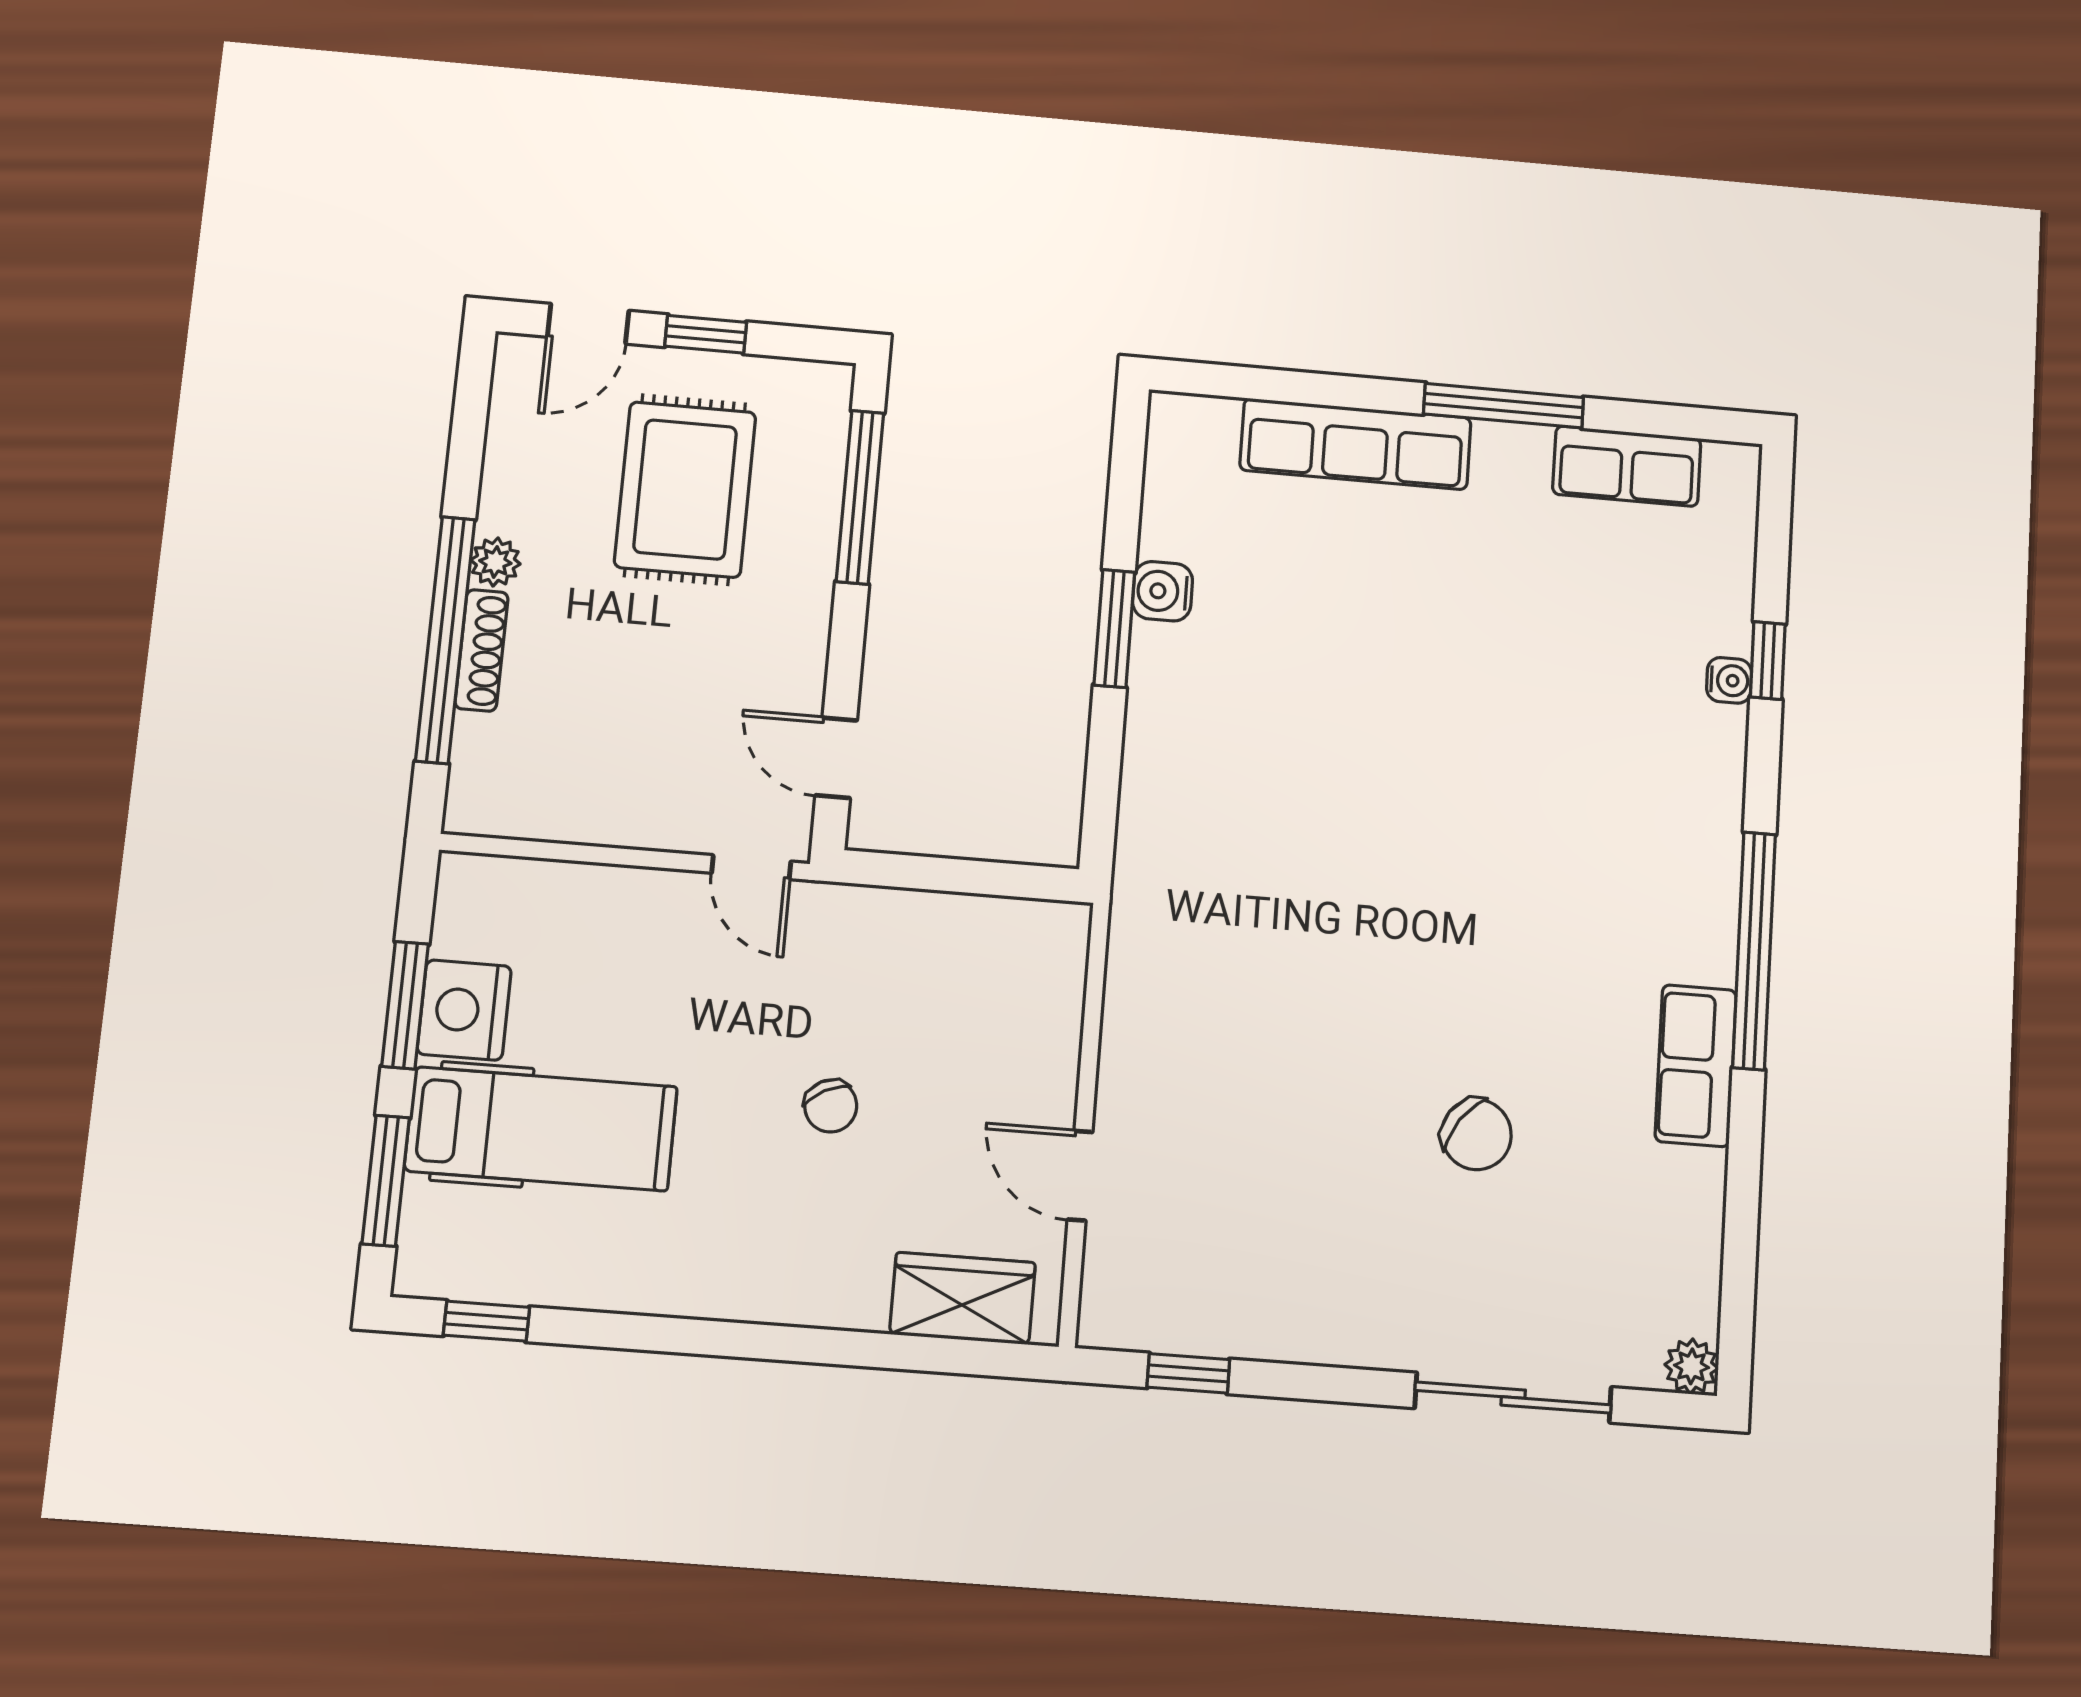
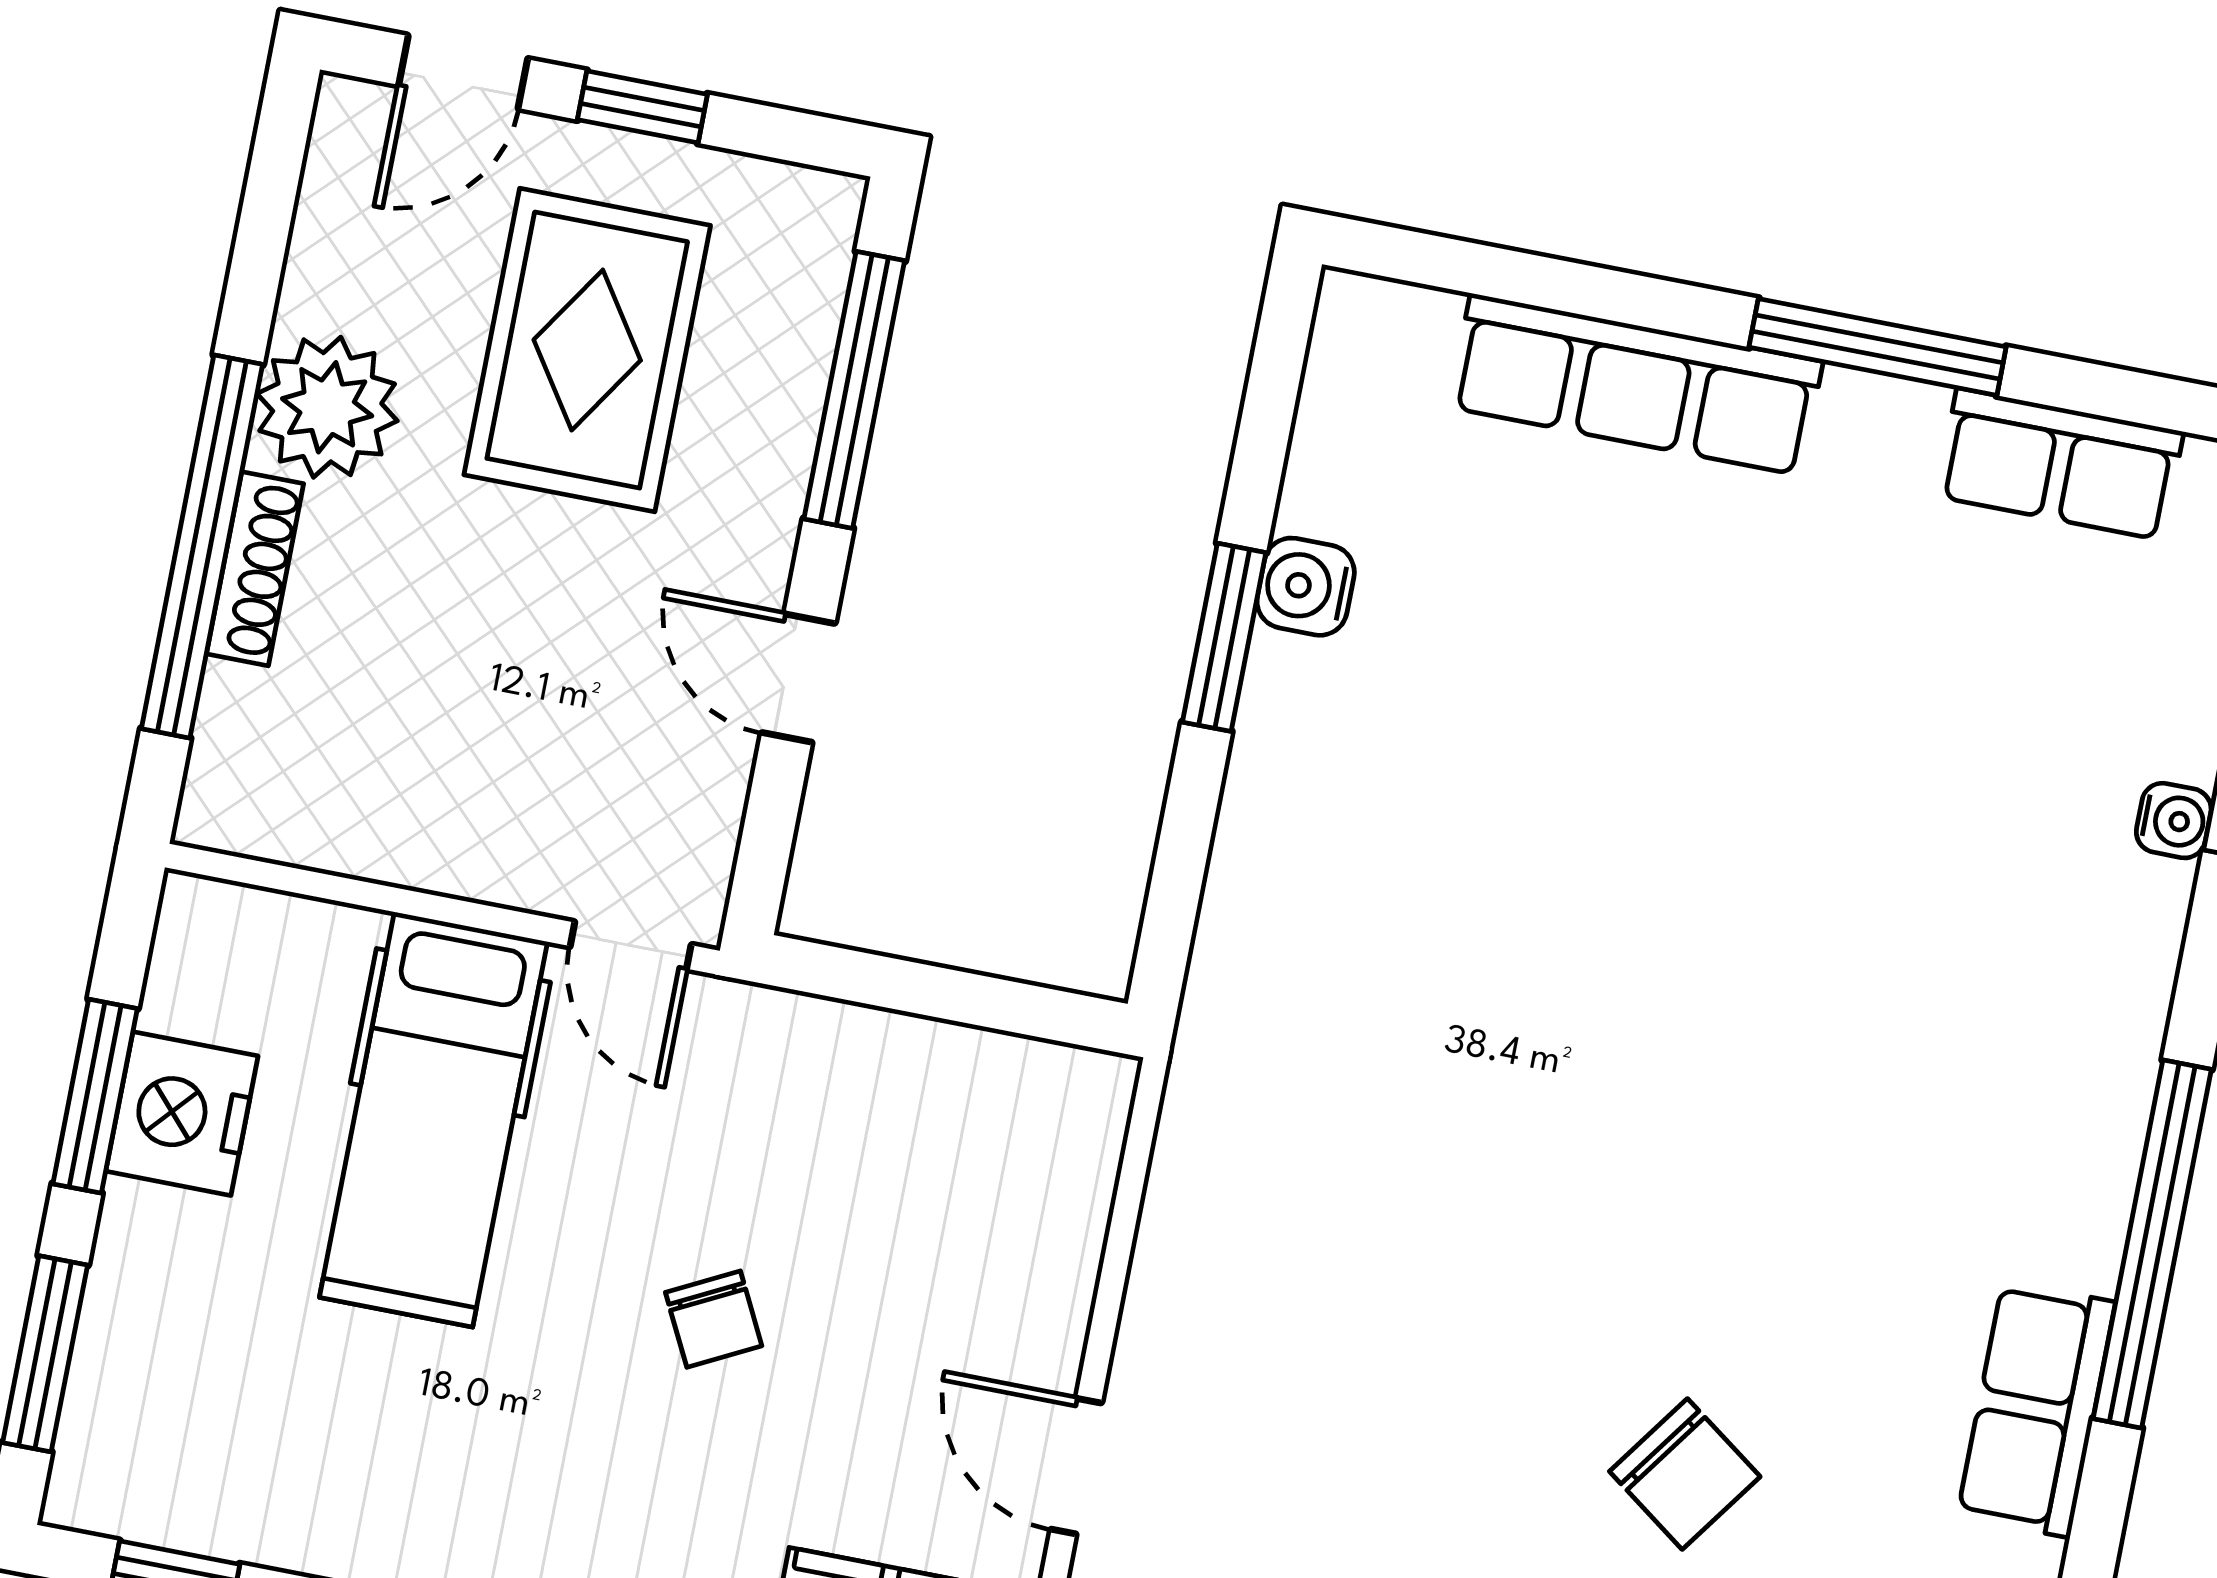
plant: (495, 562) -> (327, 407), width x1.88, depth x1.88
door: (836, 758) -> (798, 678), moved
hospital bed: (541, 1129) -> (434, 1120), moved, turned 90

